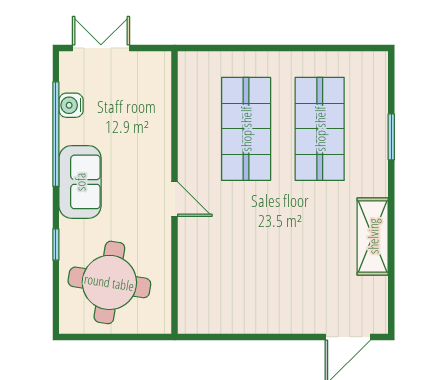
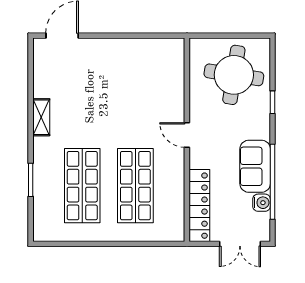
locker: (157, 101) -> (199, 206), added
sofa: (80, 182) -> (255, 166), moved
shelving: (373, 236) -> (41, 117), width x0.67, depth x0.75

